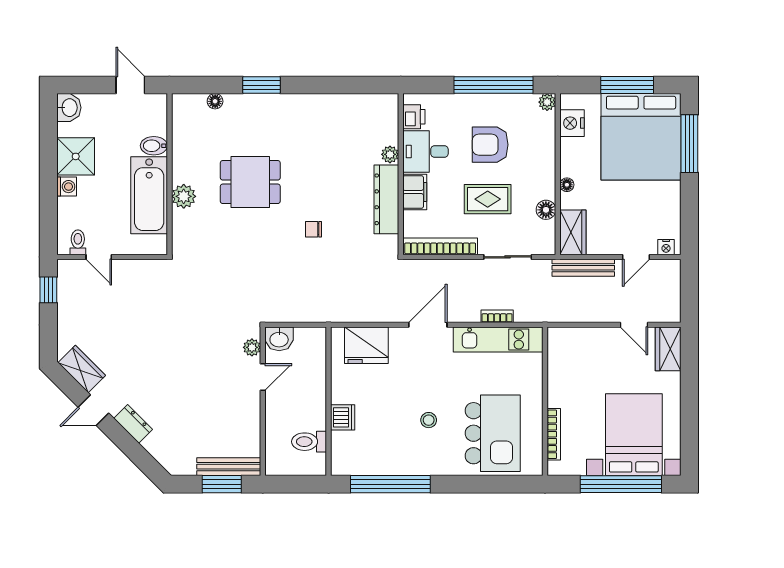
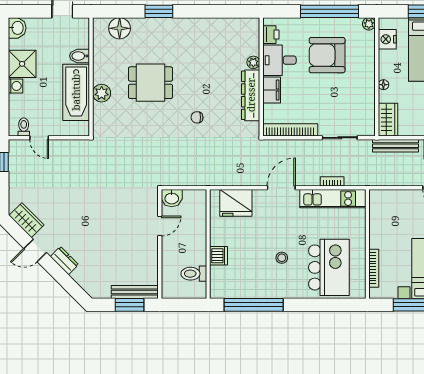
floor lamp: (215, 101) -> (120, 28), width x1.89, depth x1.89
armchair: (490, 145) -> (327, 55), width x1.36, depth x1.36
rug: (488, 199) -> (325, 95), removed
floor lamp: (546, 210) -> (368, 103), removed
plant: (252, 347) -> (152, 204), removed

